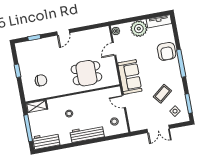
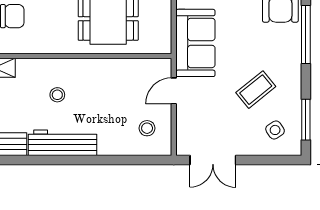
door: (124, 101) -> (174, 91), hinge flipped
double door: (158, 129) -> (213, 160), moved
workbench: (87, 134) -> (63, 143), moved

